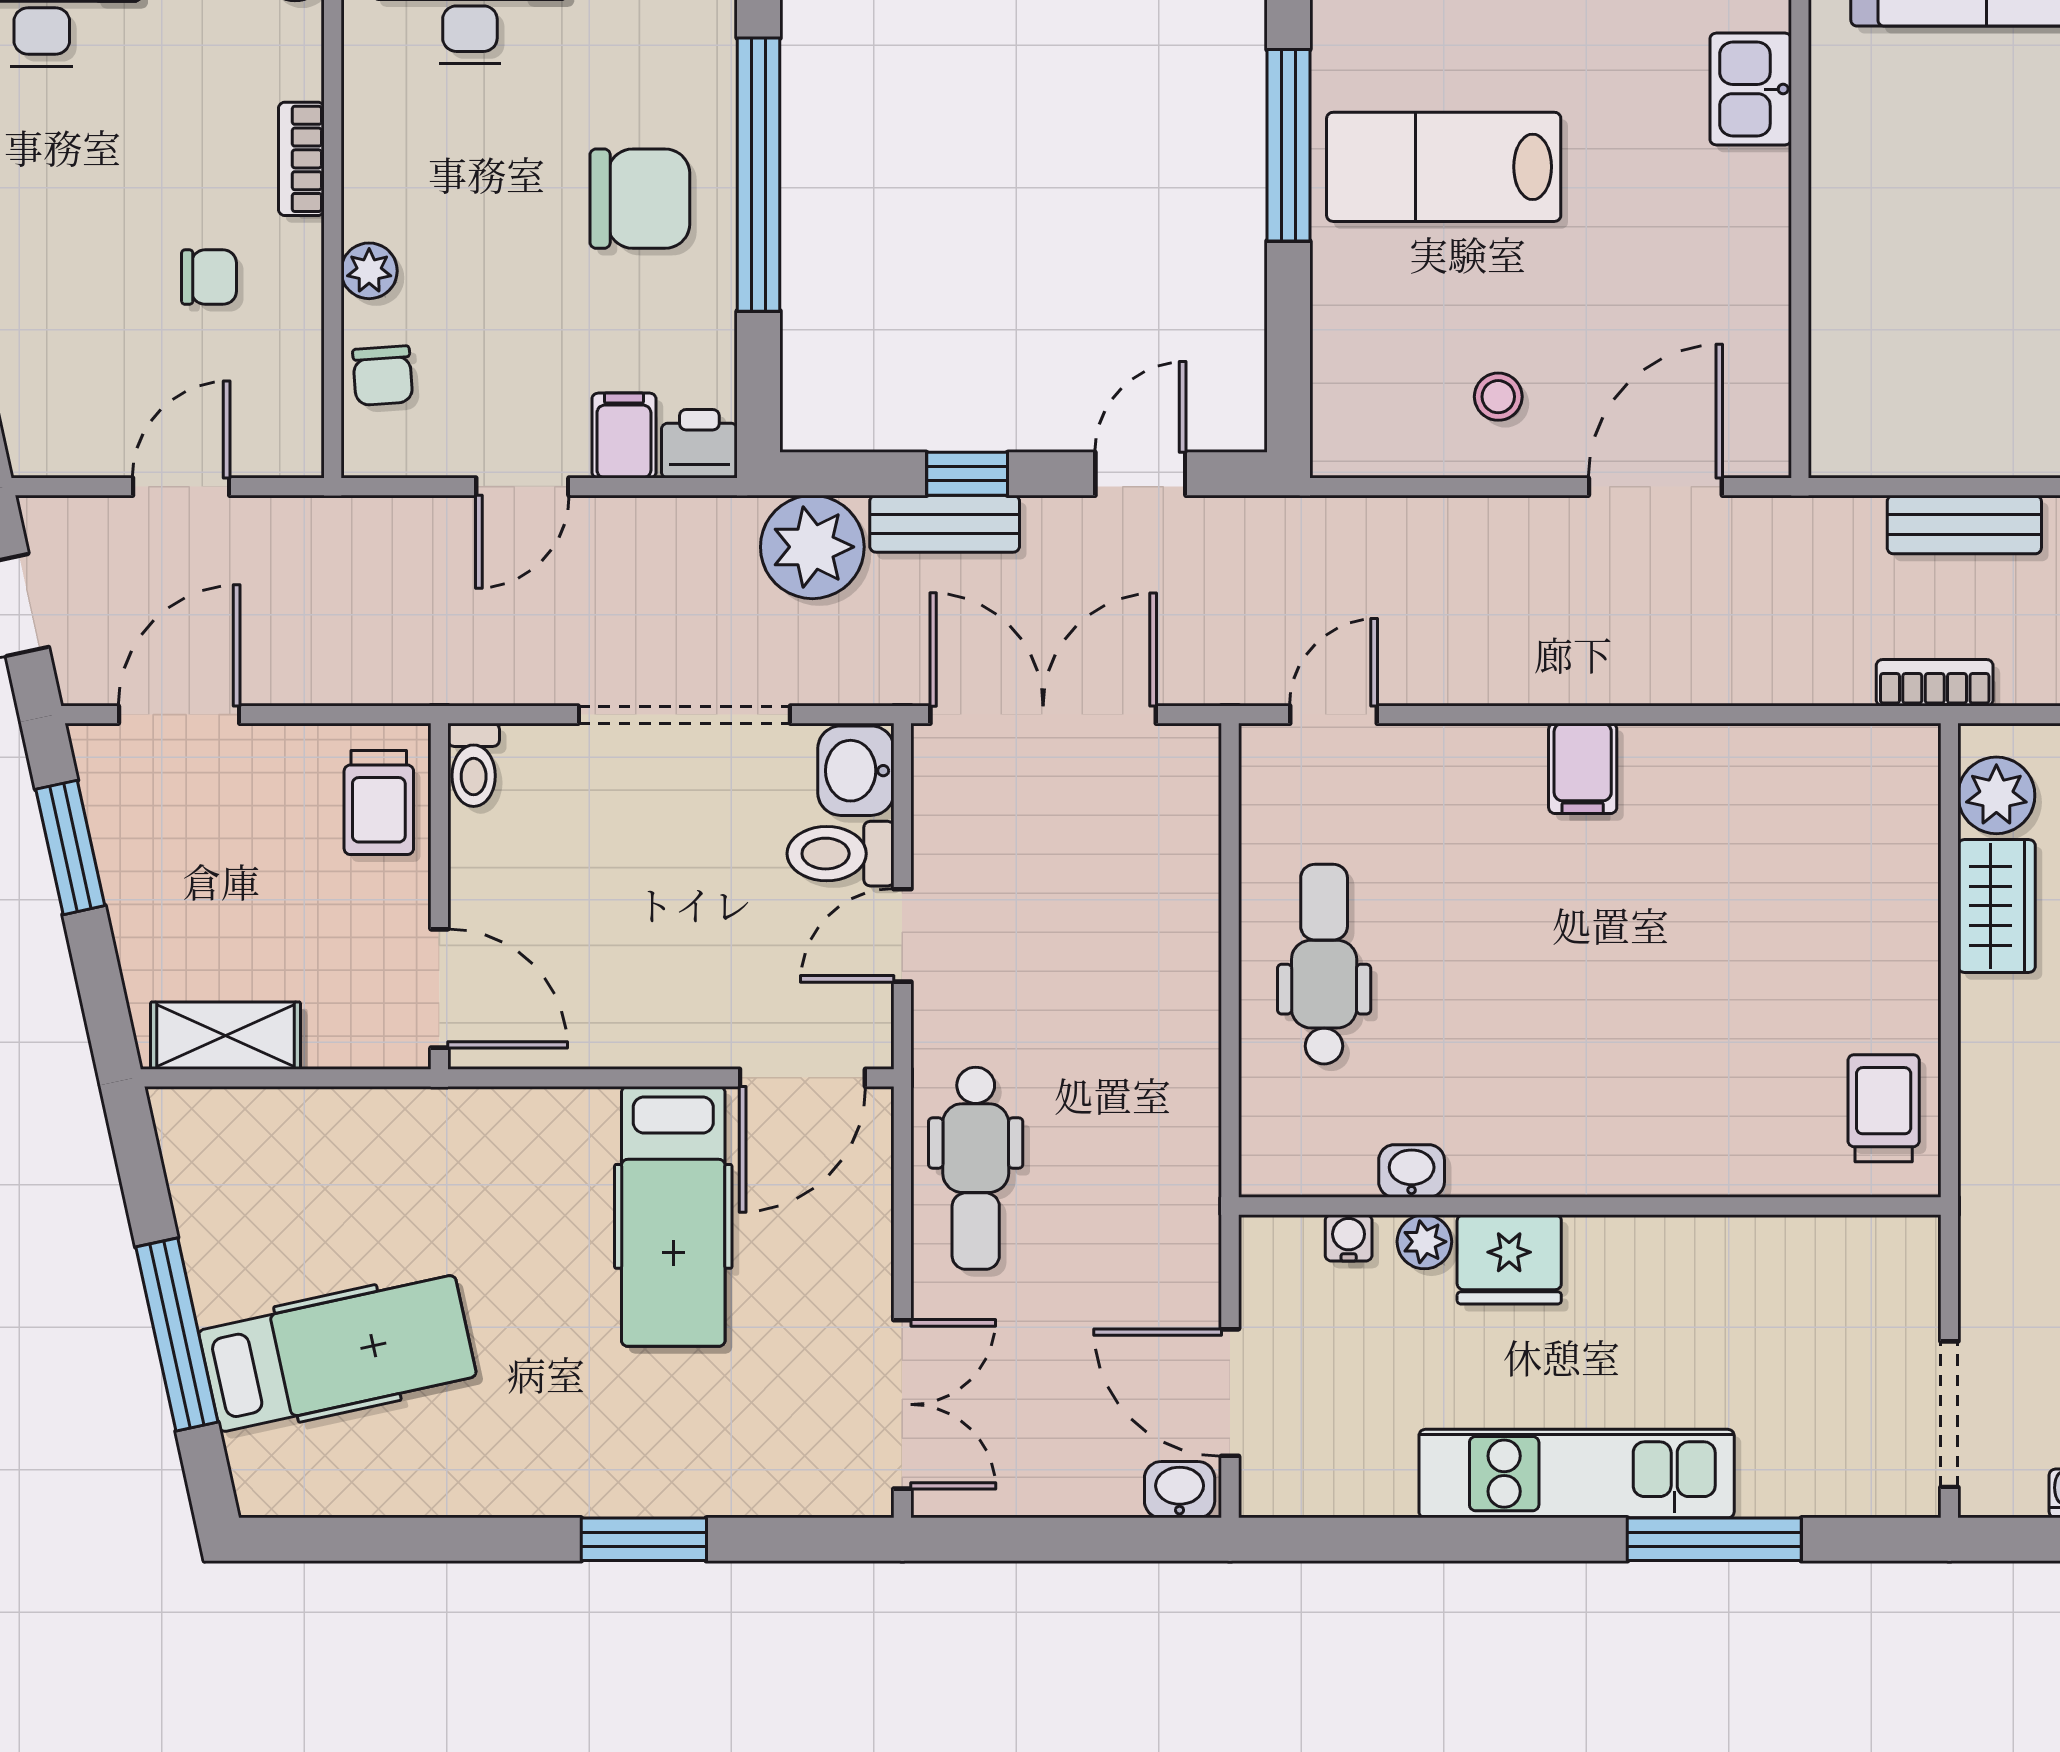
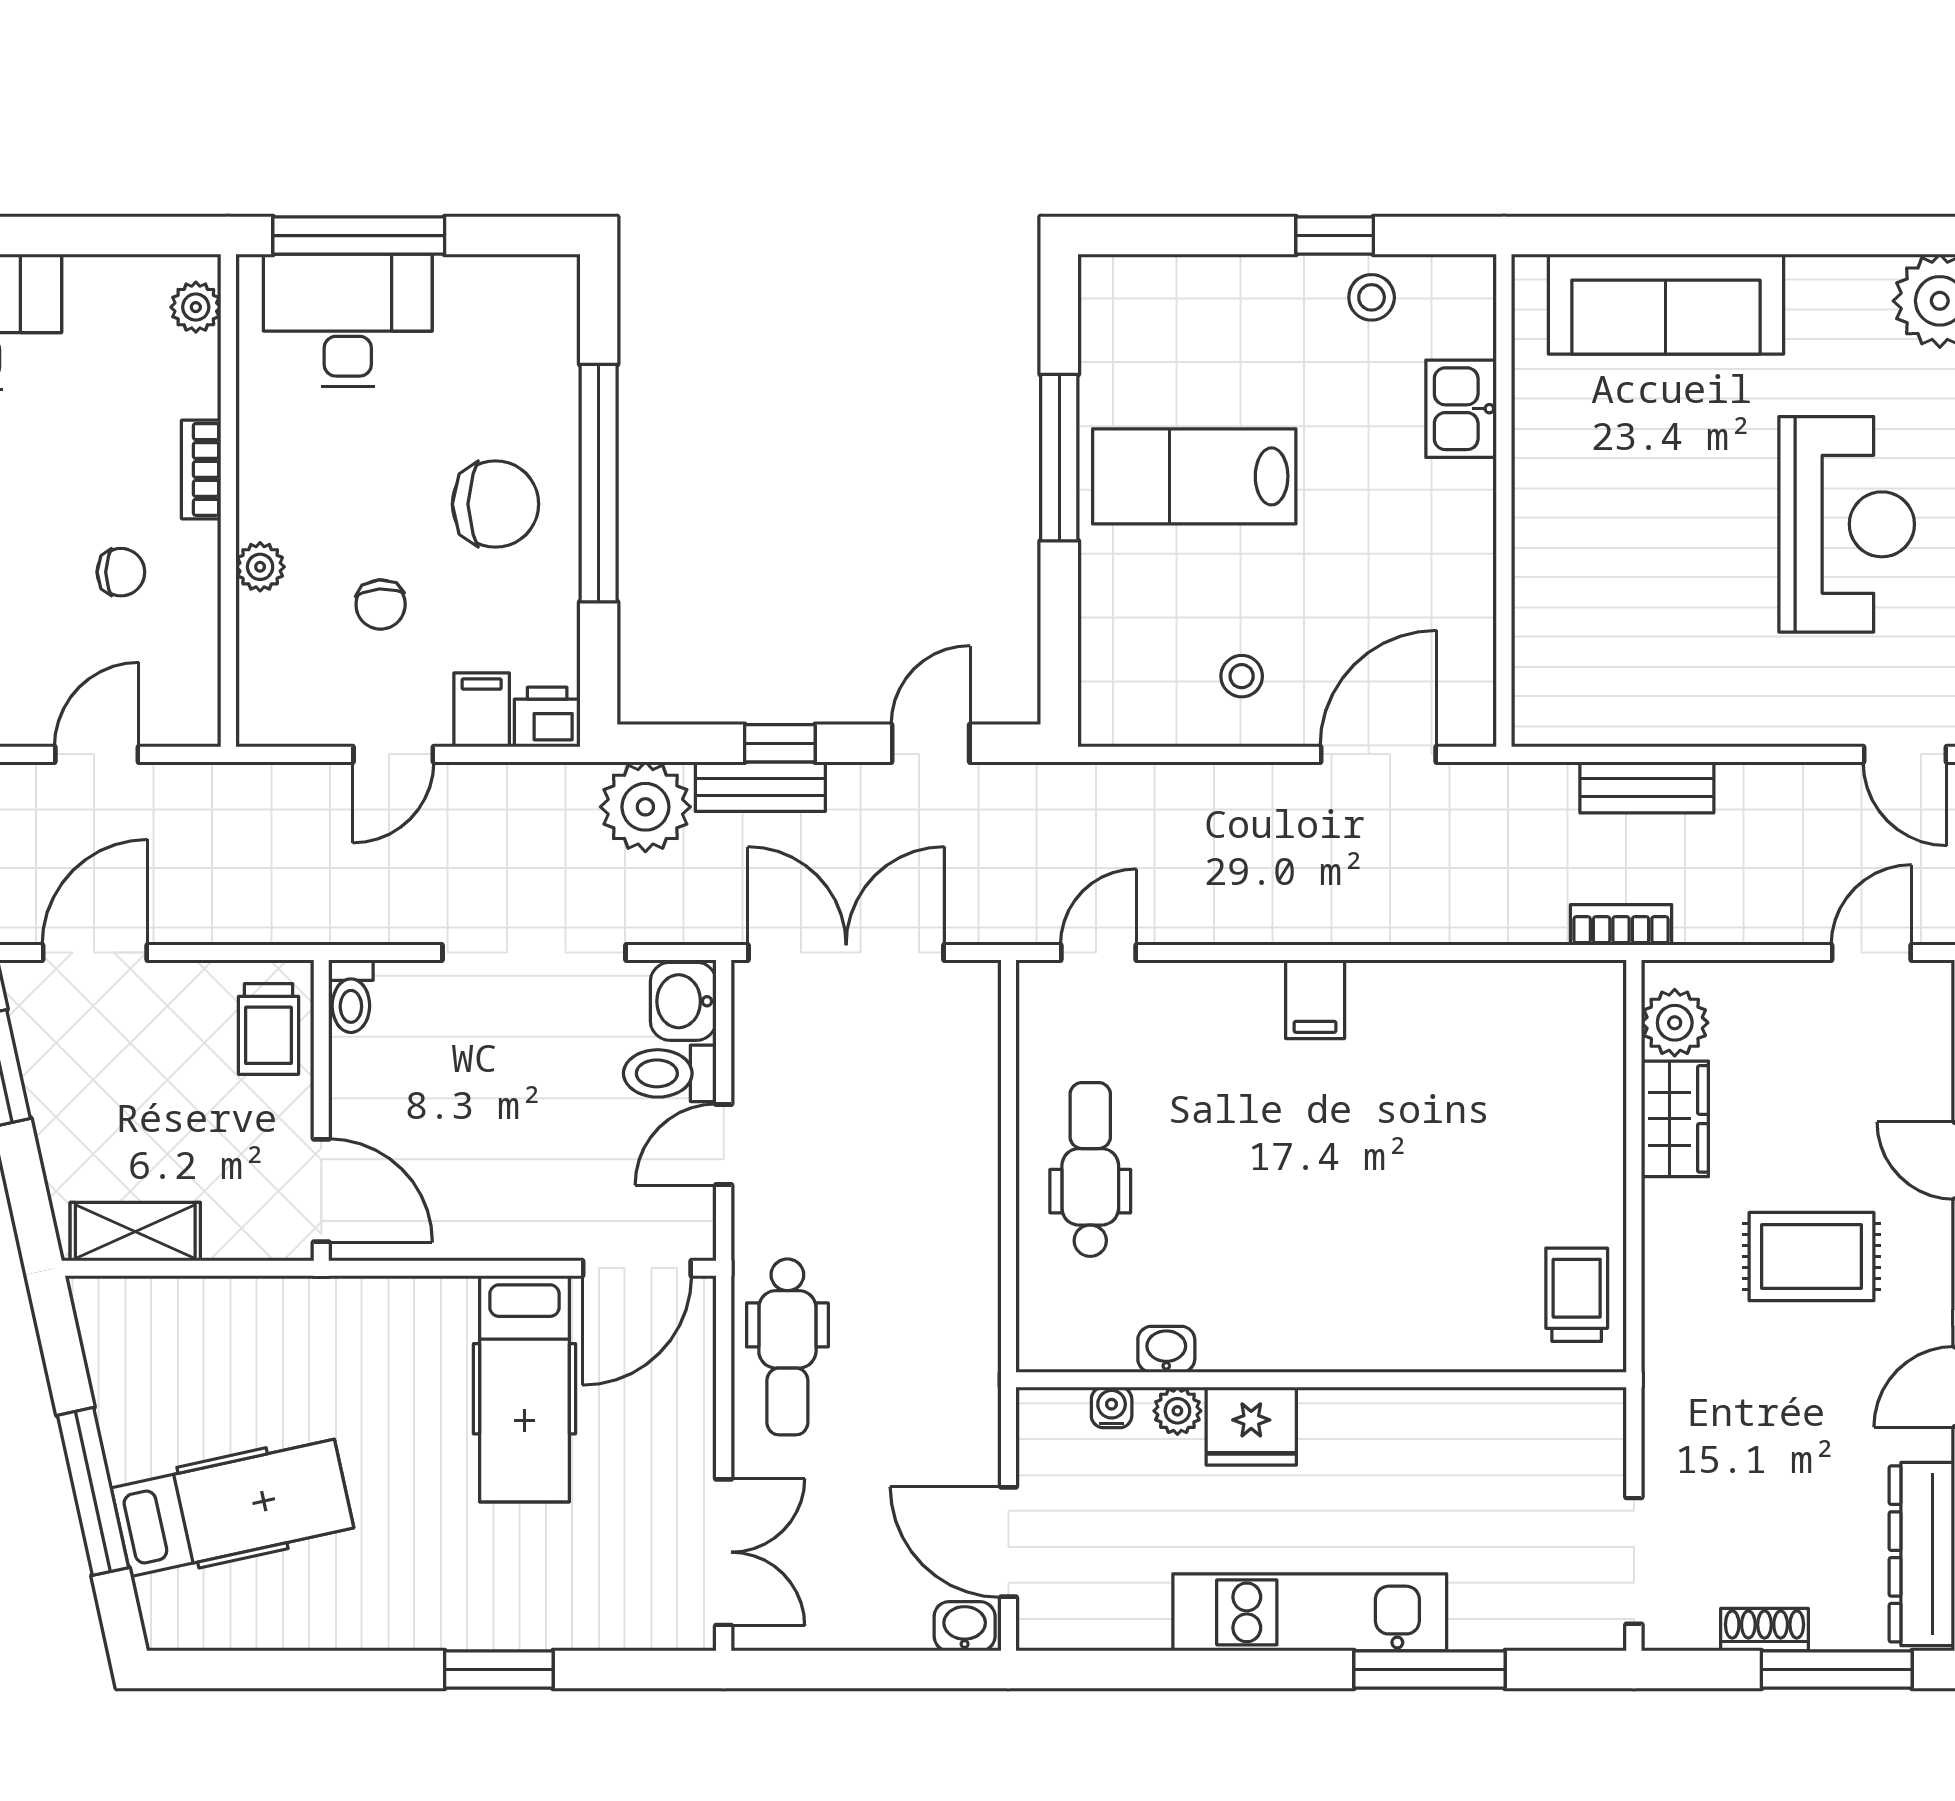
chair: (383, 376) -> (381, 604), moved

